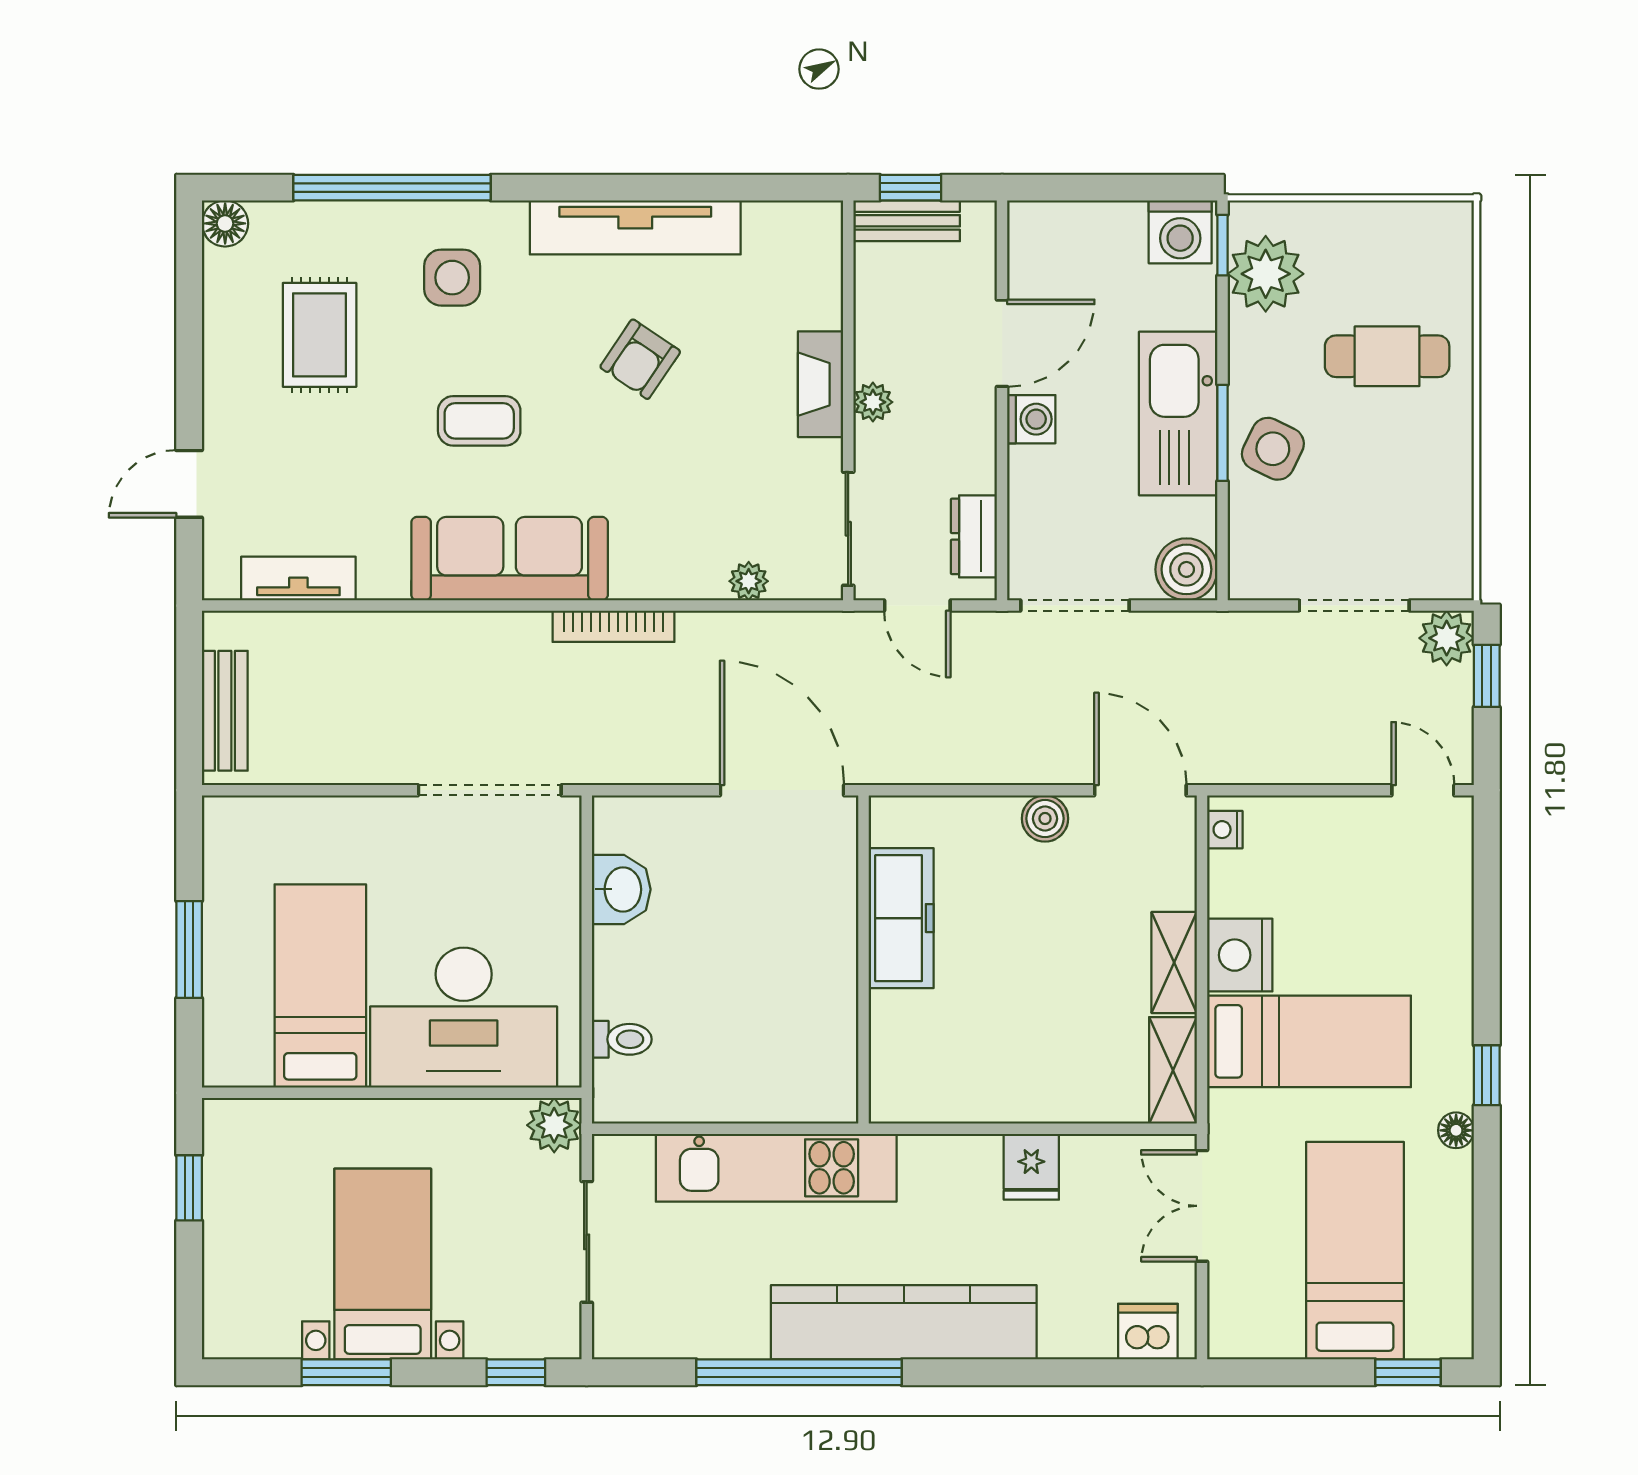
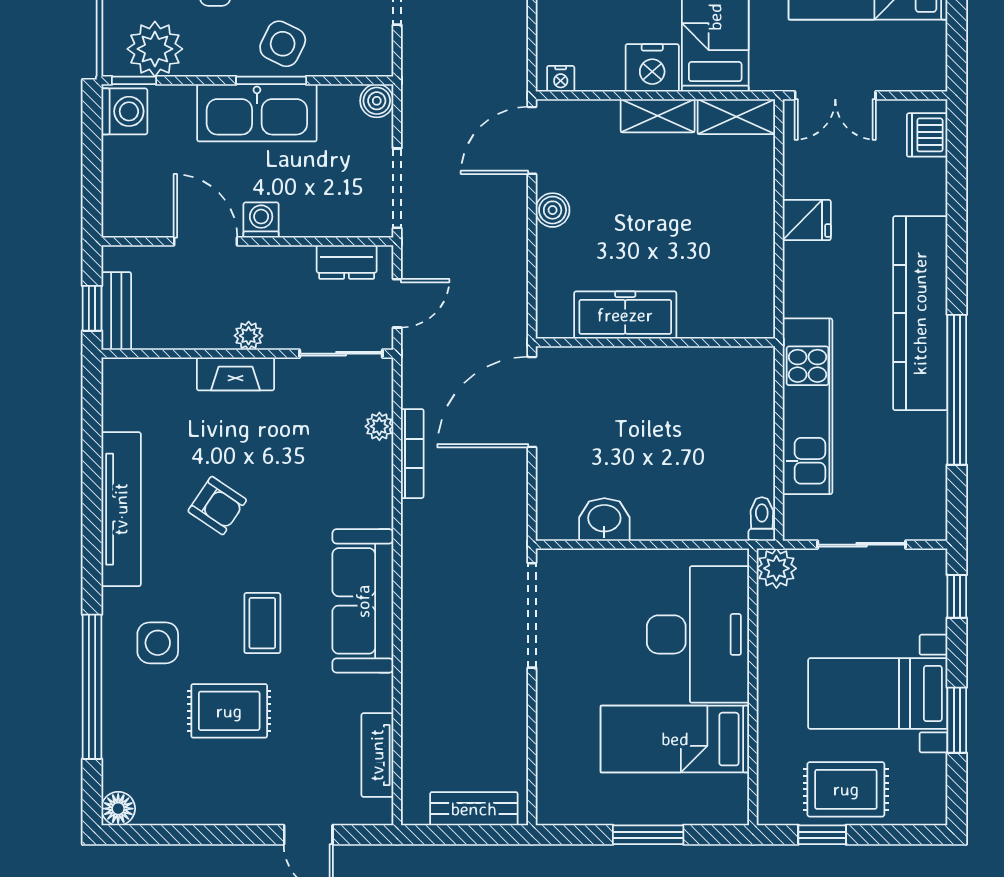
rug: (320, 335) -> (229, 711), moved
boiler: (1186, 569) -> (377, 101), width x0.73, depth x0.73
bookcase: (613, 626) -> (412, 454), moved
toilet: (622, 1039) -> (762, 519), moved
rug: (251, 1220) -> (846, 789), added

